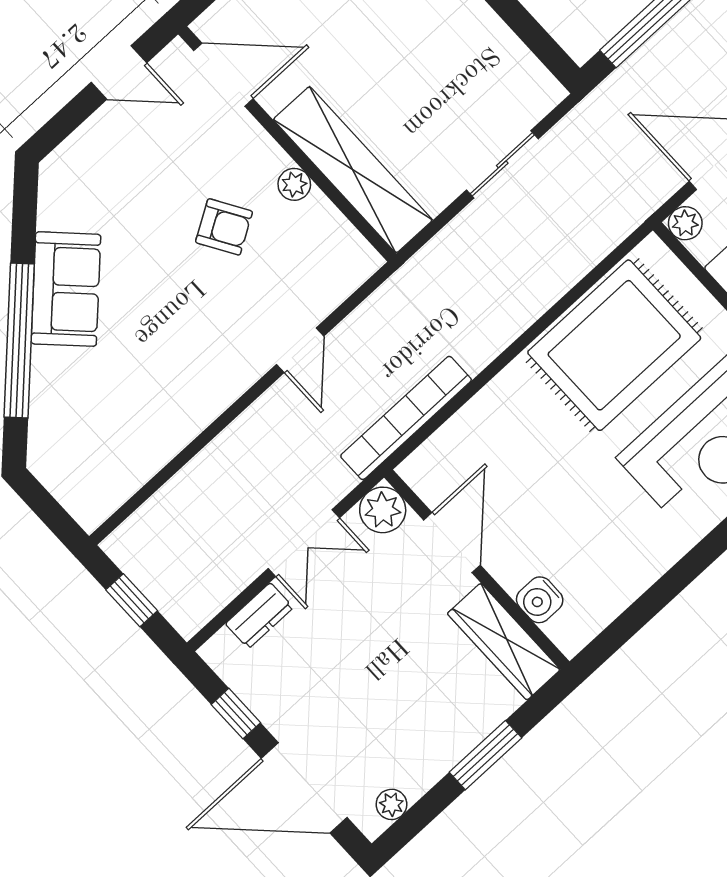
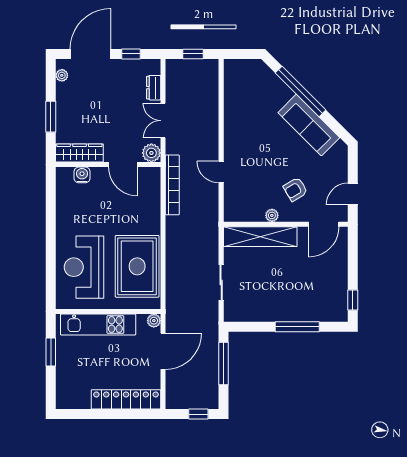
armchair: (224, 227) -> (295, 189), moved
sofa: (66, 289) -> (309, 125), width x1.36

